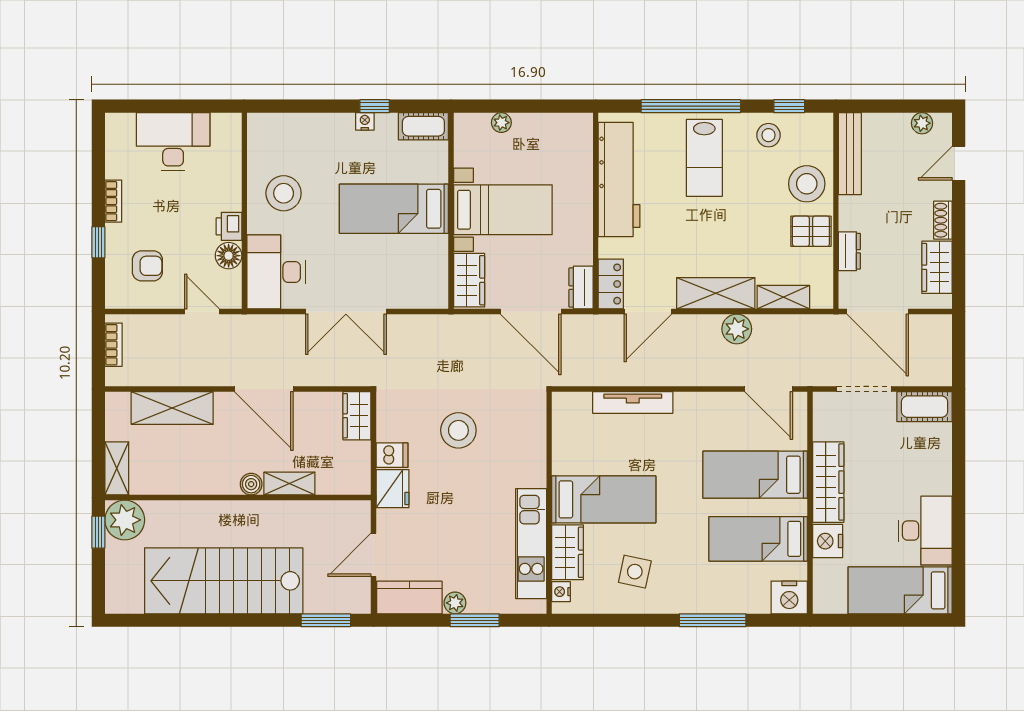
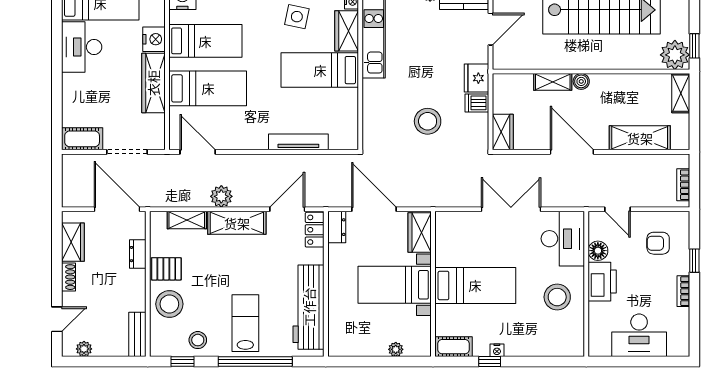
bench: (850, 154) -> (137, 334), width x0.73
printer: (229, 226) -> (602, 282), width x1.87, depth x1.48

